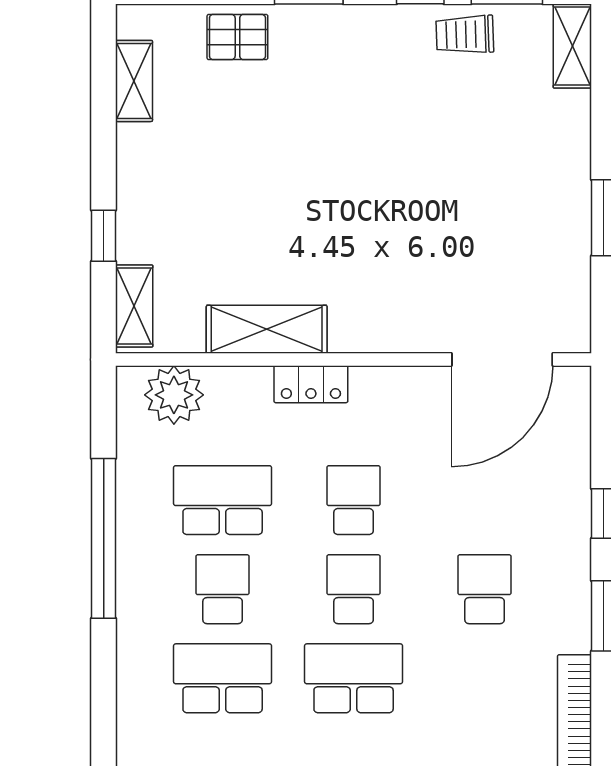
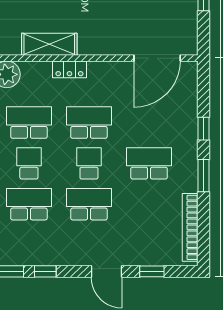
school desk: (354, 500) -> (89, 123), width x1.85
school desk: (485, 589) -> (149, 163), width x1.85

